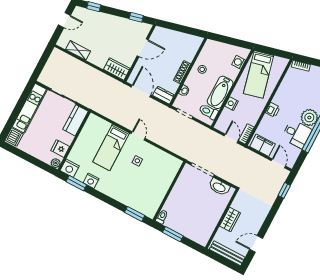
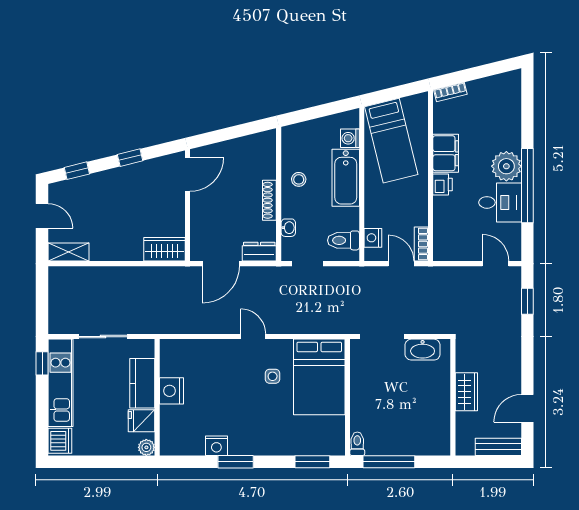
window: (136, 17) -> (130, 158), moved
door: (64, 20) -> (42, 216), hinge flipped
door: (143, 48) -> (187, 174), moved
shelving: (78, 50) -> (69, 252), moved
door: (141, 91) -> (221, 264), swing flipped
bathtub: (220, 92) -> (346, 178), moved
window: (26, 94) -> (42, 363), added
nightstand: (231, 104) -> (373, 238), moved
kitchen counter: (76, 120) -> (142, 383), moved
filing cabinet: (262, 145) -> (446, 153), moved, turned 90
bed: (111, 147) -> (319, 377), moved, width x1.50
nightstand: (70, 168) -> (171, 391), moved, turned 90
window: (76, 183) -> (236, 462), moved
window: (173, 234) -> (389, 462), width x1.44
bench: (227, 253) -> (498, 447), width x0.73

